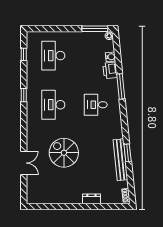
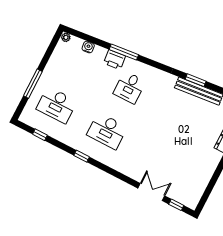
window: (95, 29) -> (33, 84), moved
printer: (110, 70) -> (115, 60), moved
spiral stairs: (64, 153) -> (162, 145), removed
window: (24, 187) -> (176, 205), added

